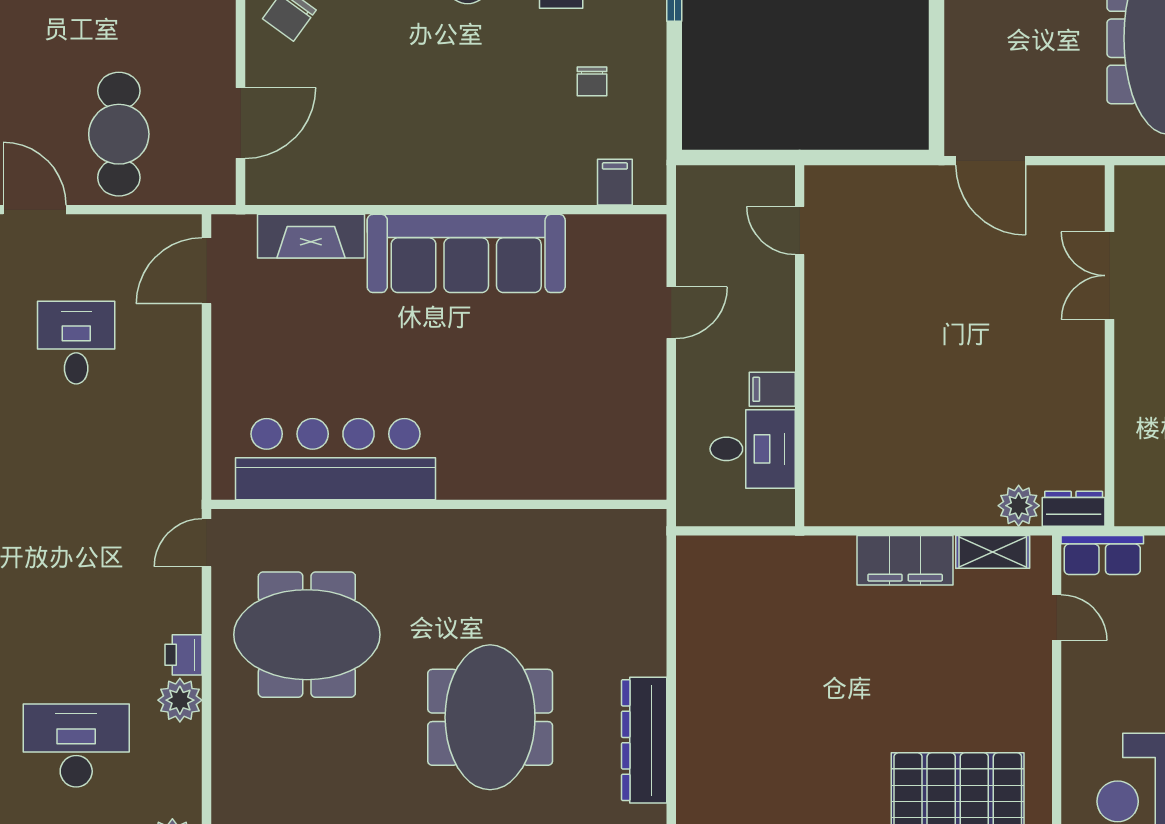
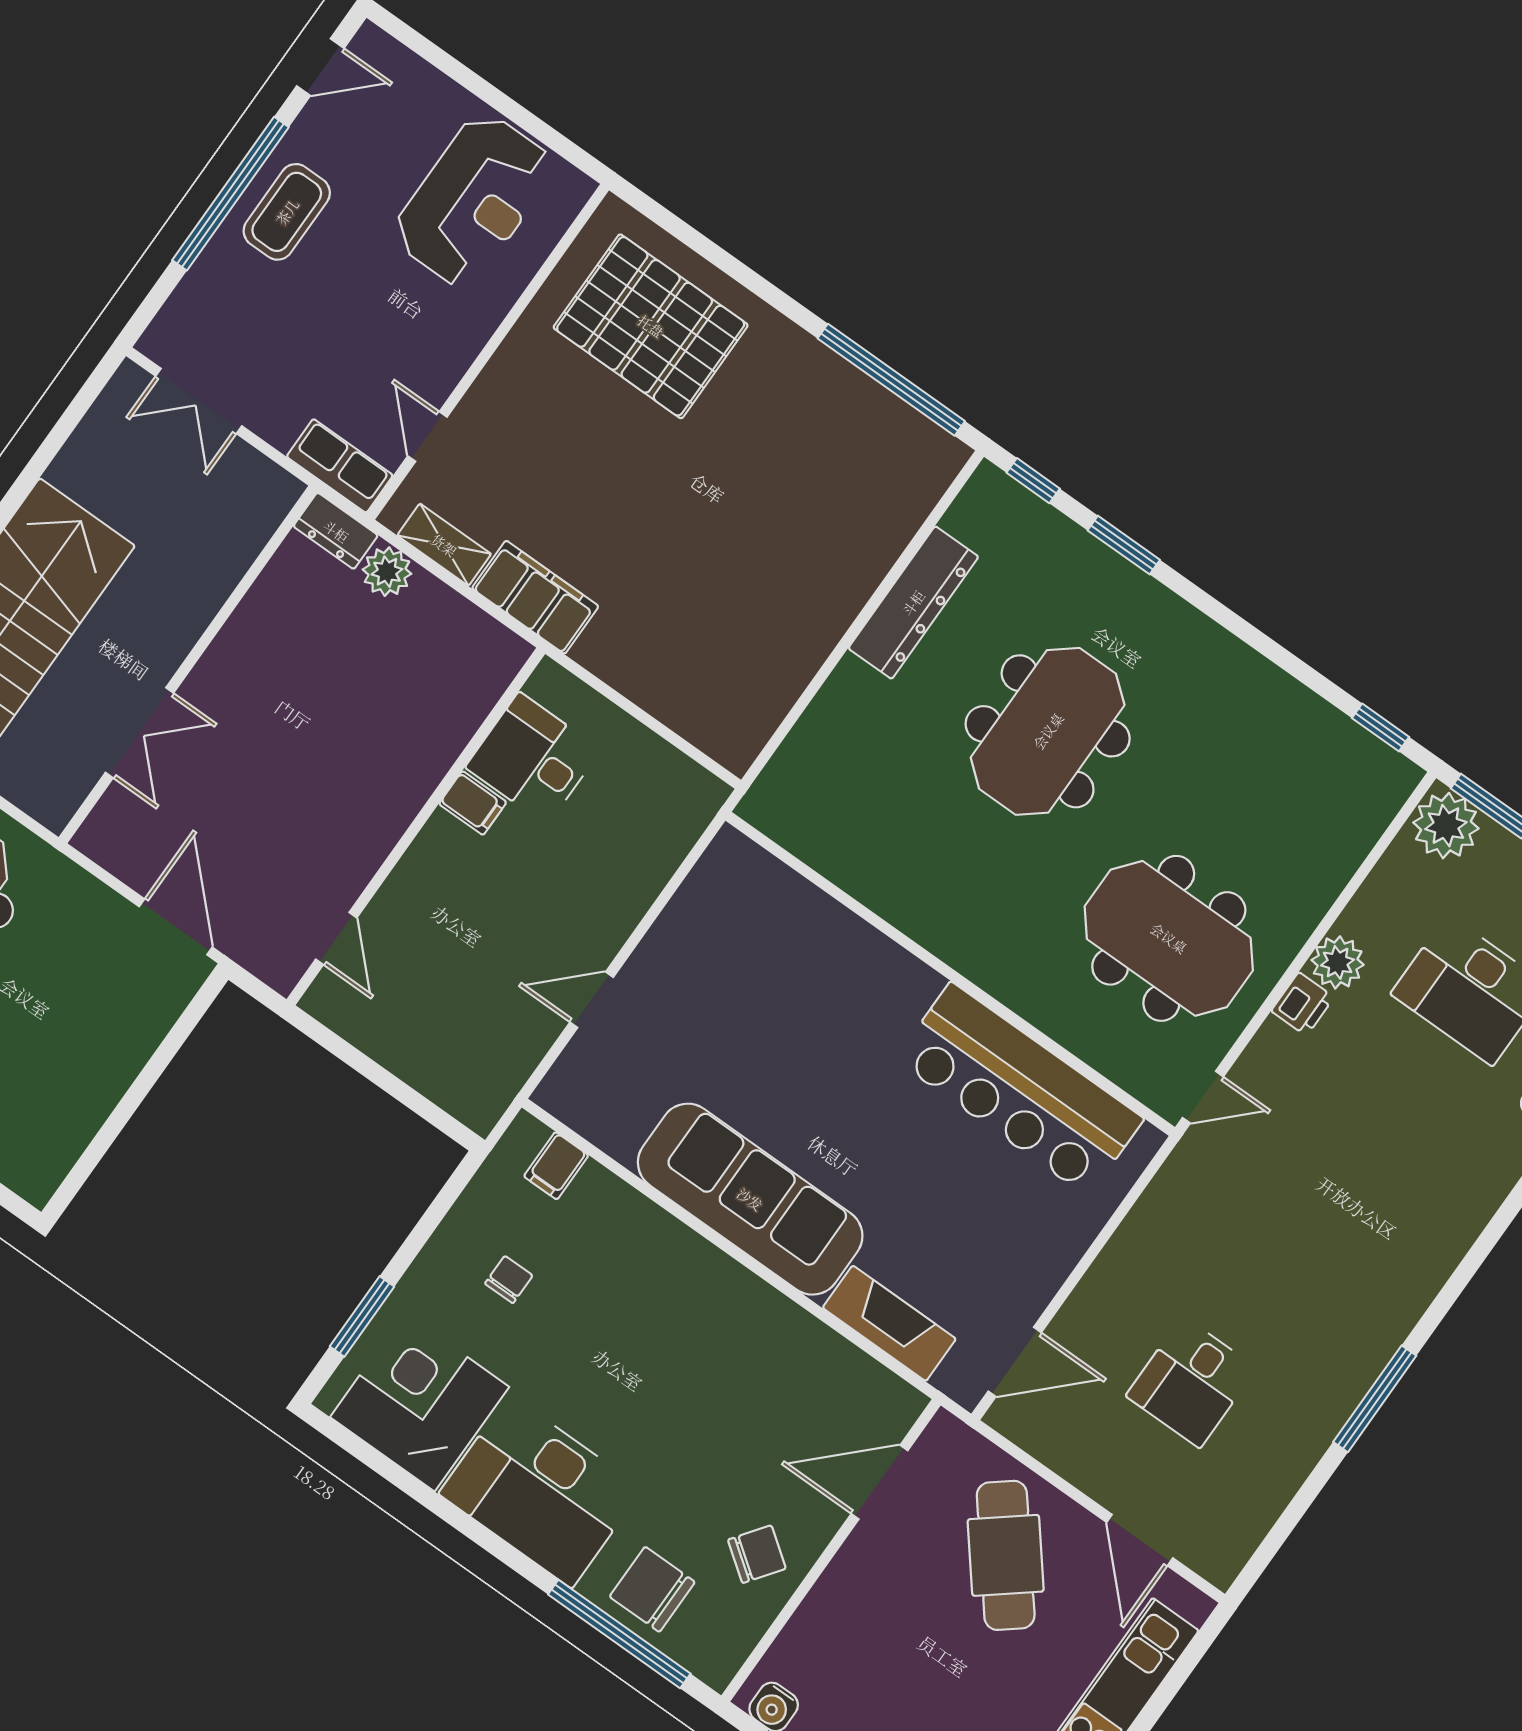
cafe table: (119, 134) -> (1006, 1555), turned -39
door: (800, 231) -> (336, 939), moved
wall: (800, 346) -> (416, 827), moved
filing cabinet: (772, 389) -> (473, 803), moved
desk: (753, 449) -> (533, 759), moved

